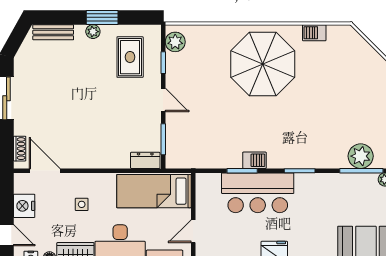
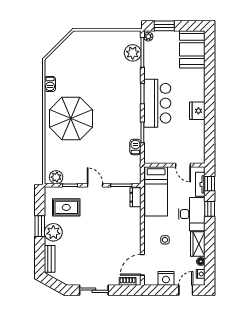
plant: (93, 32) -> (53, 232), width x1.88, depth x1.88
door: (163, 100) -> (95, 185), hinge flipped
barbecue: (254, 160) -> (135, 147), moved
bar counter: (258, 193) -> (157, 103), moved

